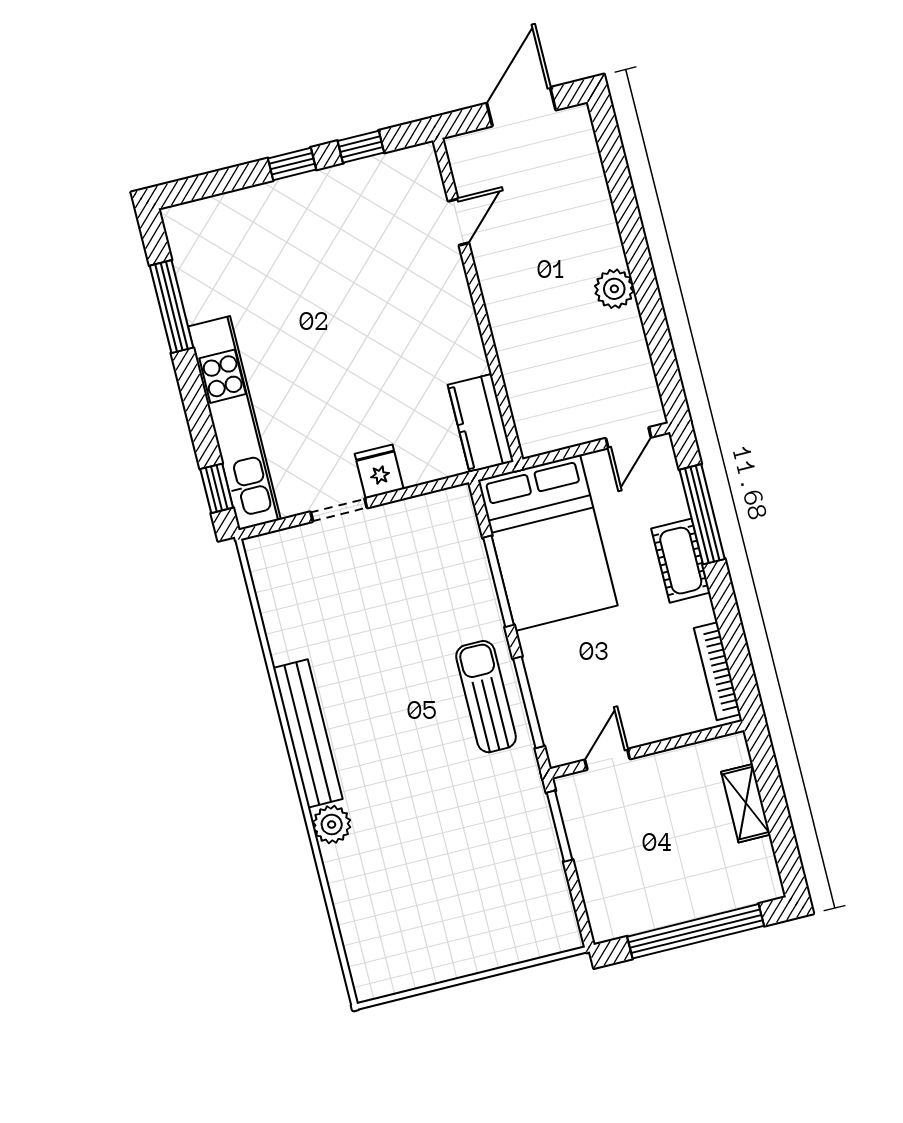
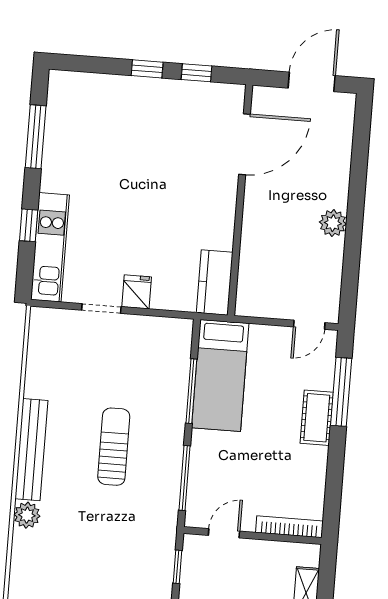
door: (458, 222) -> (244, 144), width x1.88
kitchen unit: (234, 423) -> (50, 247), width x0.73
window: (217, 488) -> (29, 225), moved
bed: (548, 543) -> (220, 375), width x0.67
bookcase: (717, 671) -> (289, 527), moved, turned 90
sun lounger: (486, 697) -> (114, 447), moved
window: (560, 826) -> (178, 567), width x0.67

